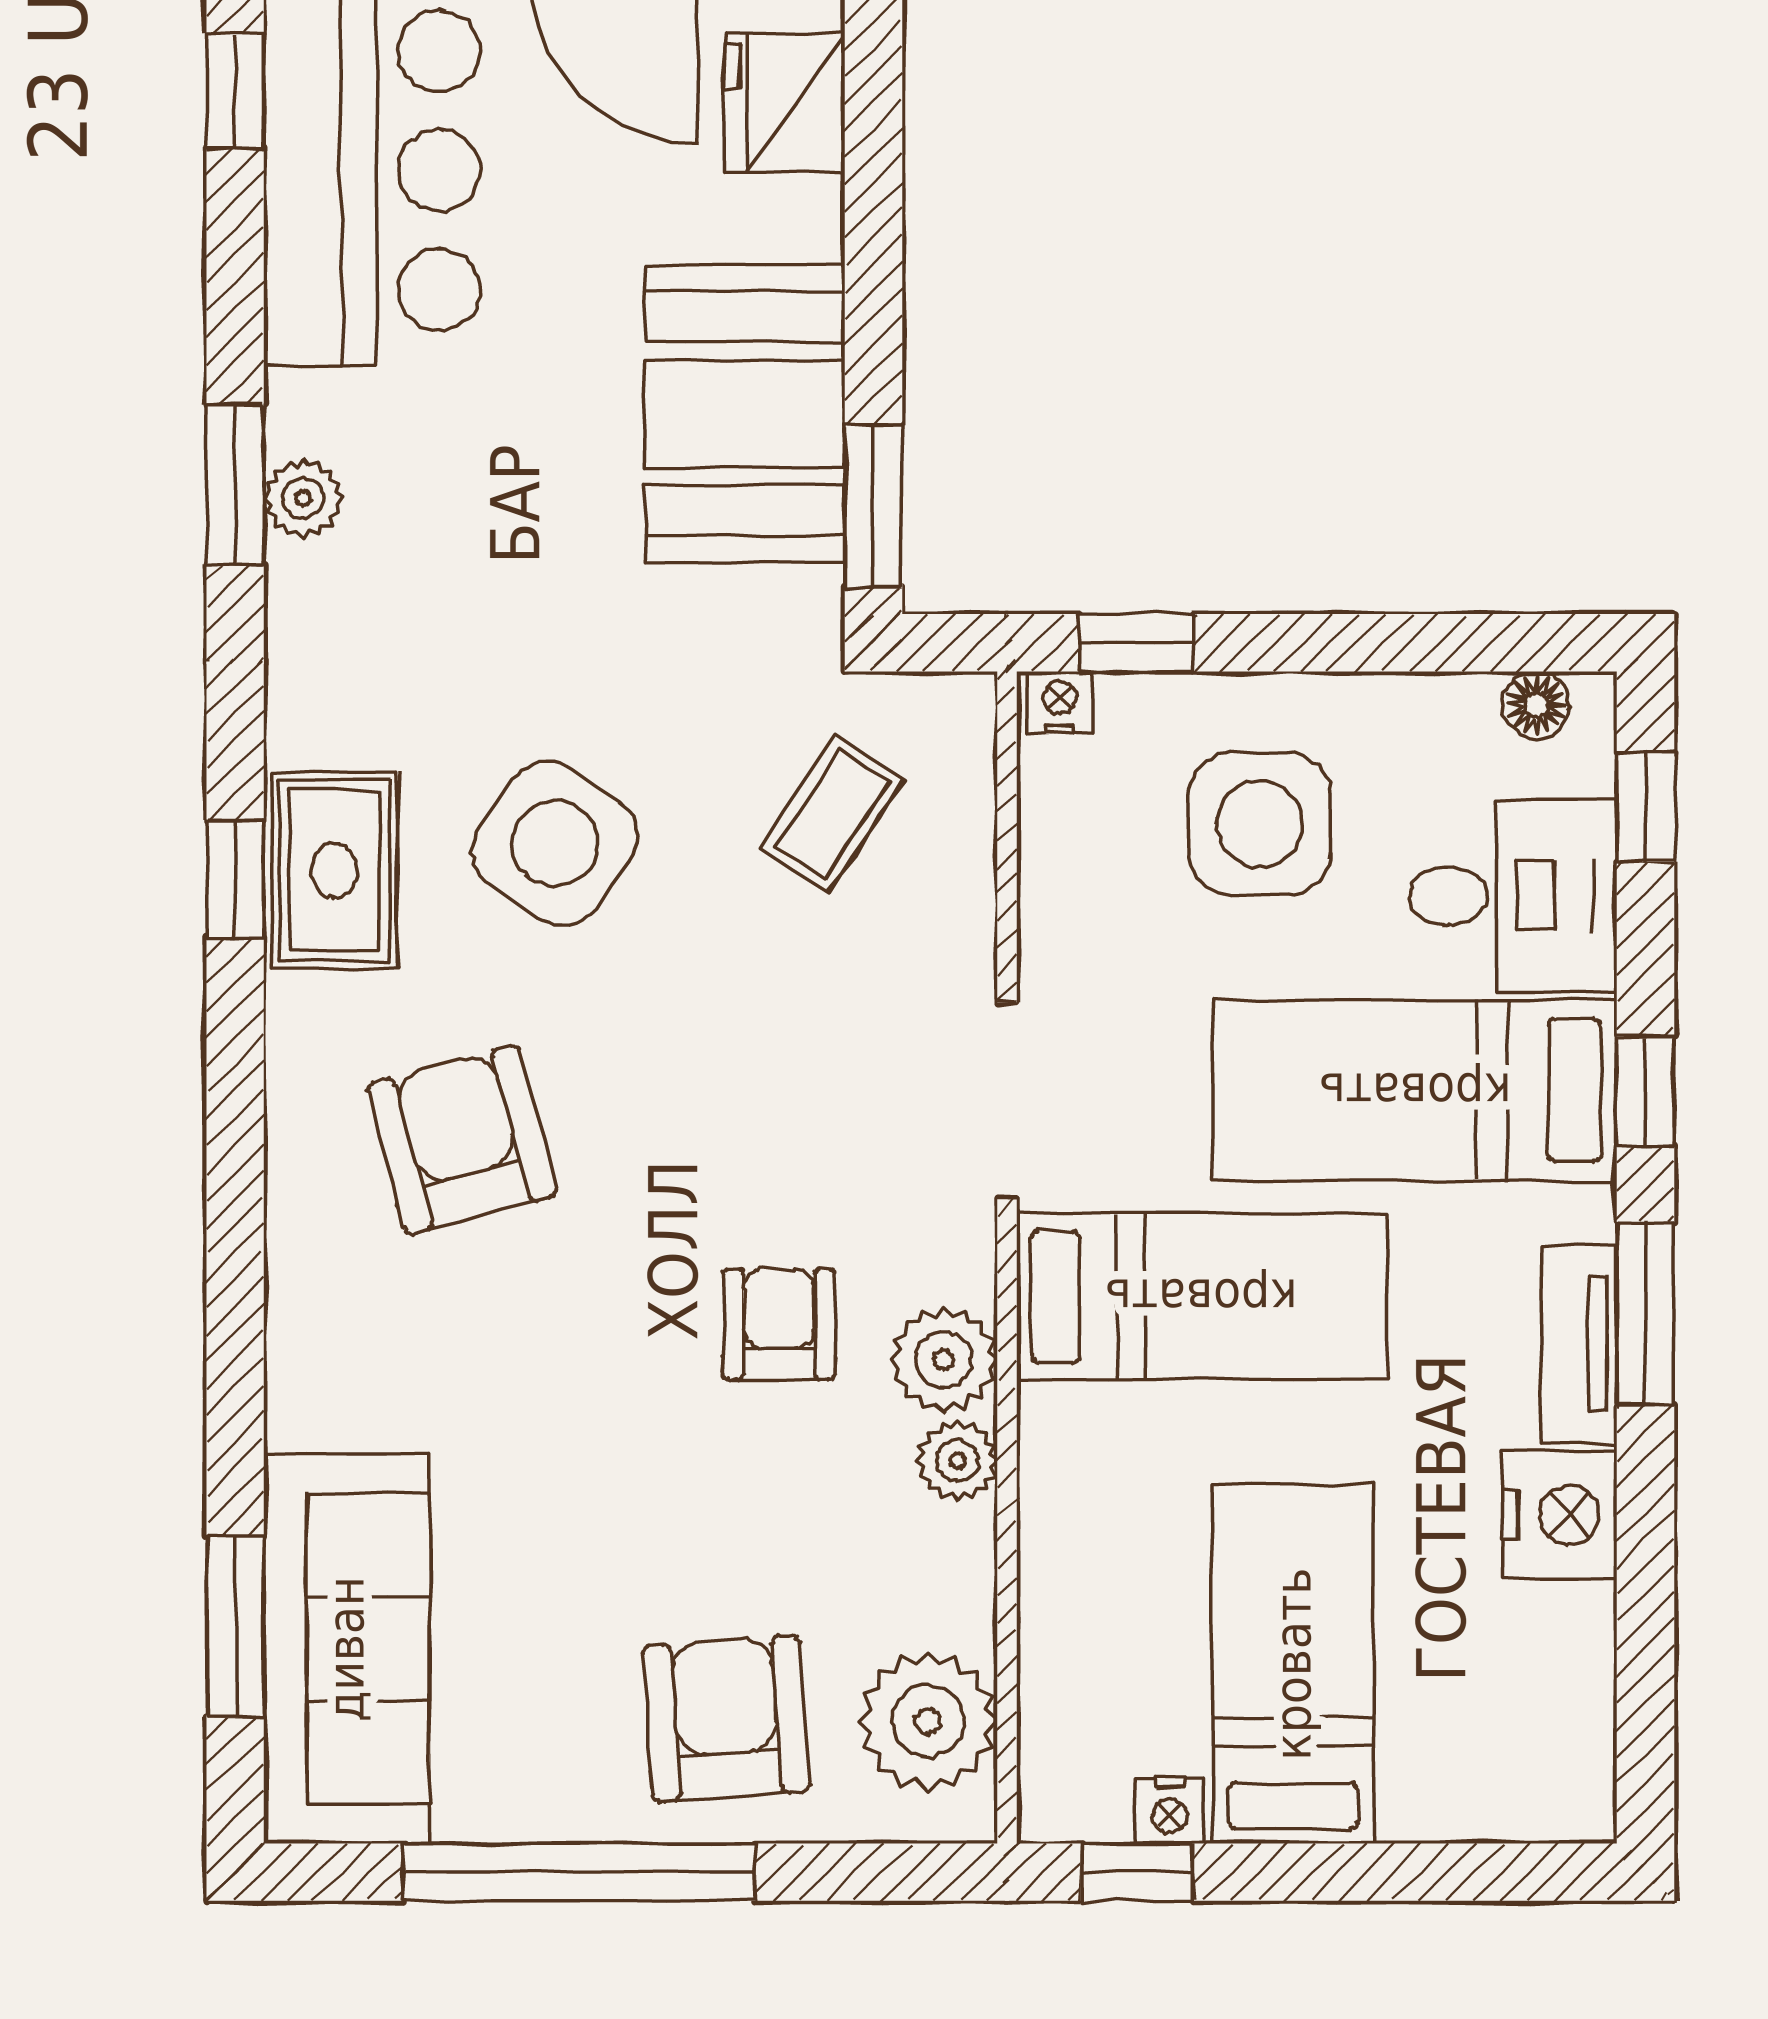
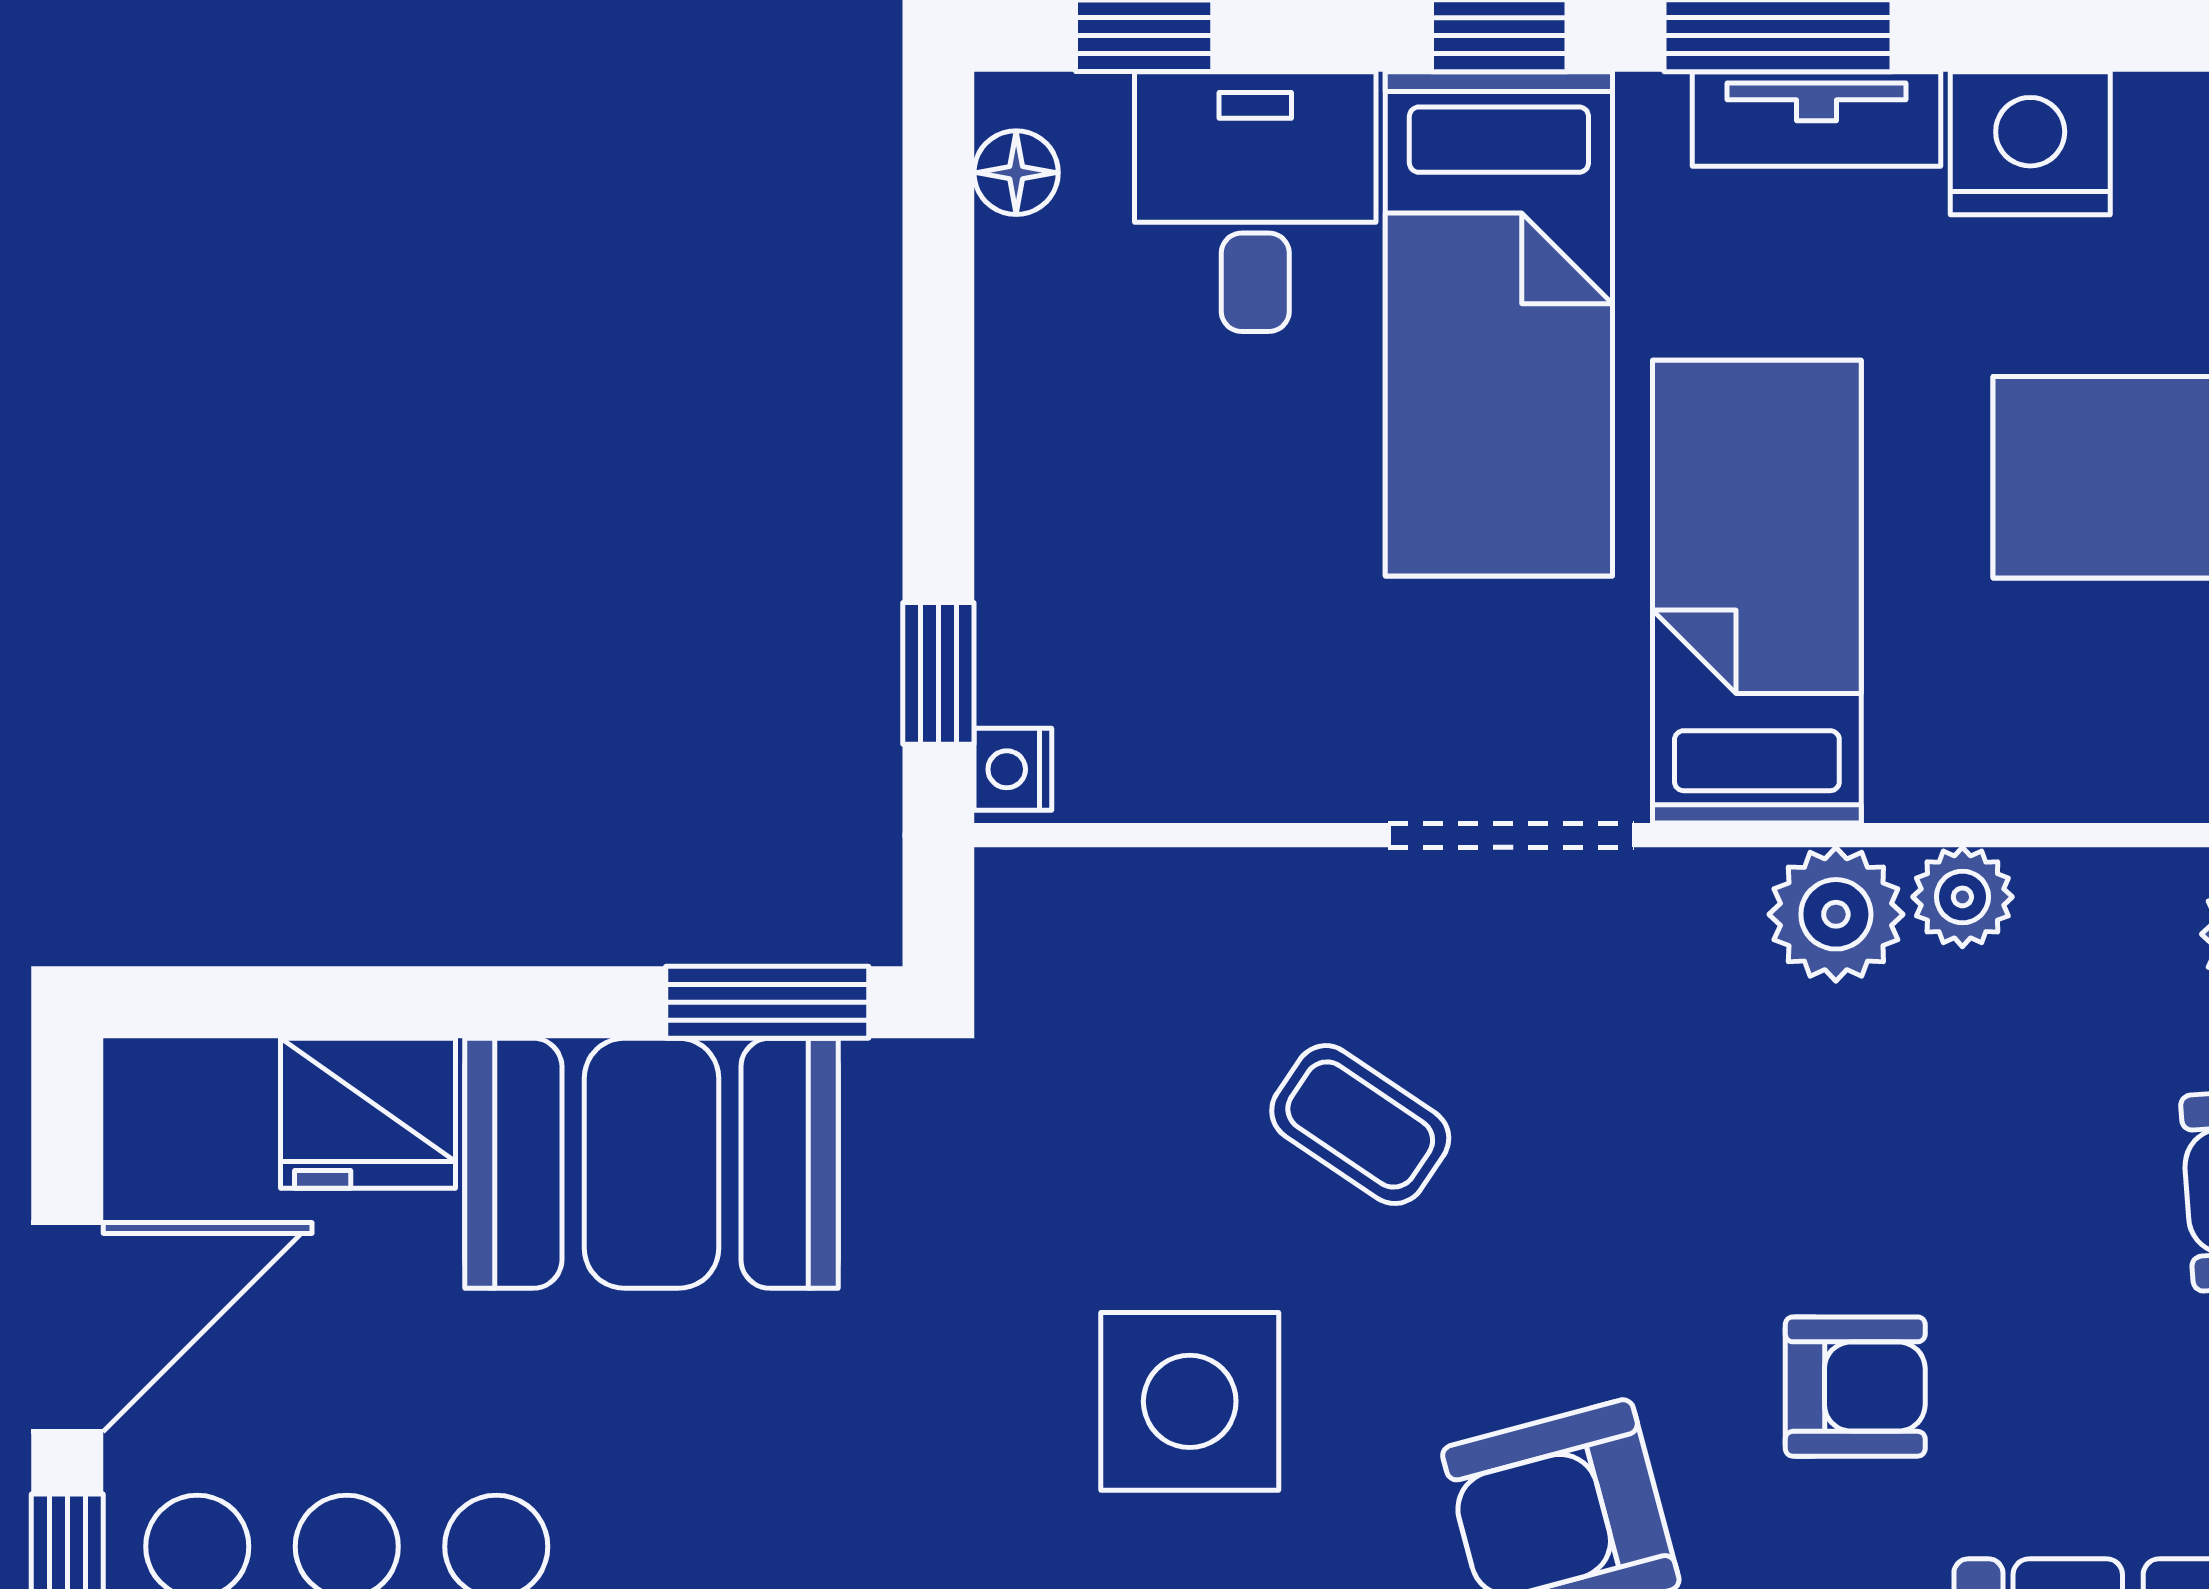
fridge: (785, 103) -> (368, 1113), moved
coffee table: (832, 814) -> (1360, 1125), moved
side table: (1260, 824) -> (1165, 519), removed
side table: (555, 844) -> (1190, 1401), turned -35
armchair: (779, 1324) -> (1855, 1387), moved, turned 180

